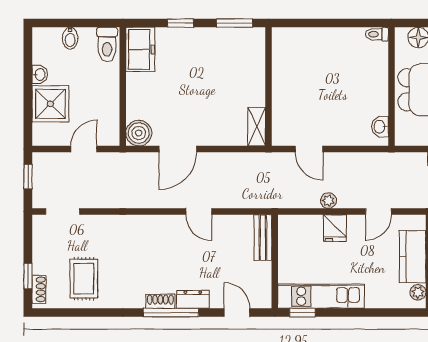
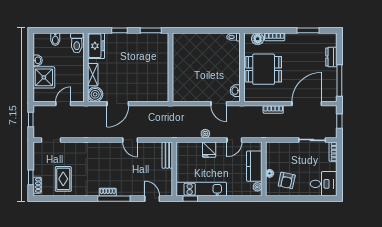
shelving: (257, 127) -> (93, 75), moved
door: (309, 149) -> (219, 104), moved
dresser: (193, 299) -> (127, 191), removed

